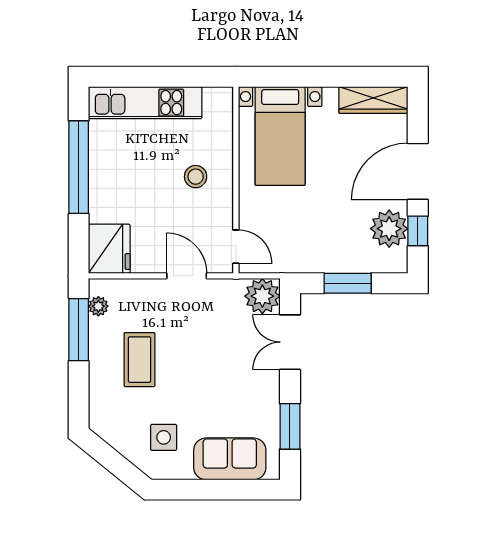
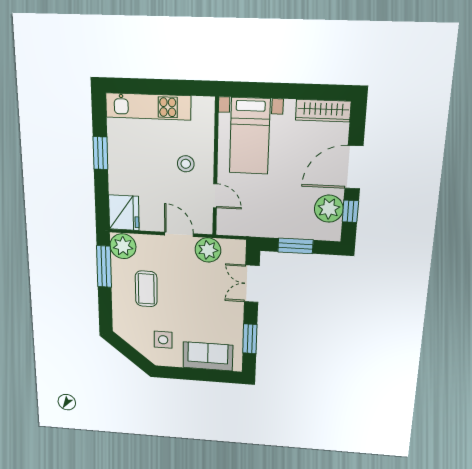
window: (79, 167) -> (100, 153), width x0.47
door: (236, 247) -> (215, 196), moved
plant: (262, 296) -> (208, 250), moved
plant: (98, 306) -> (123, 246), width x1.88, depth x1.88

